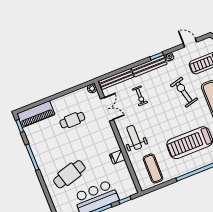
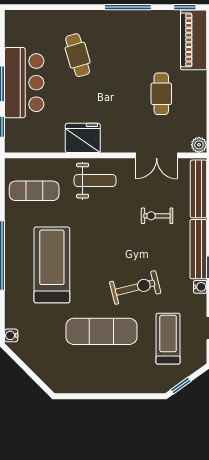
fridge: (117, 157) -> (83, 138), width x1.88, depth x1.34
cafe table: (69, 174) -> (78, 55), width x0.73, depth x0.74

